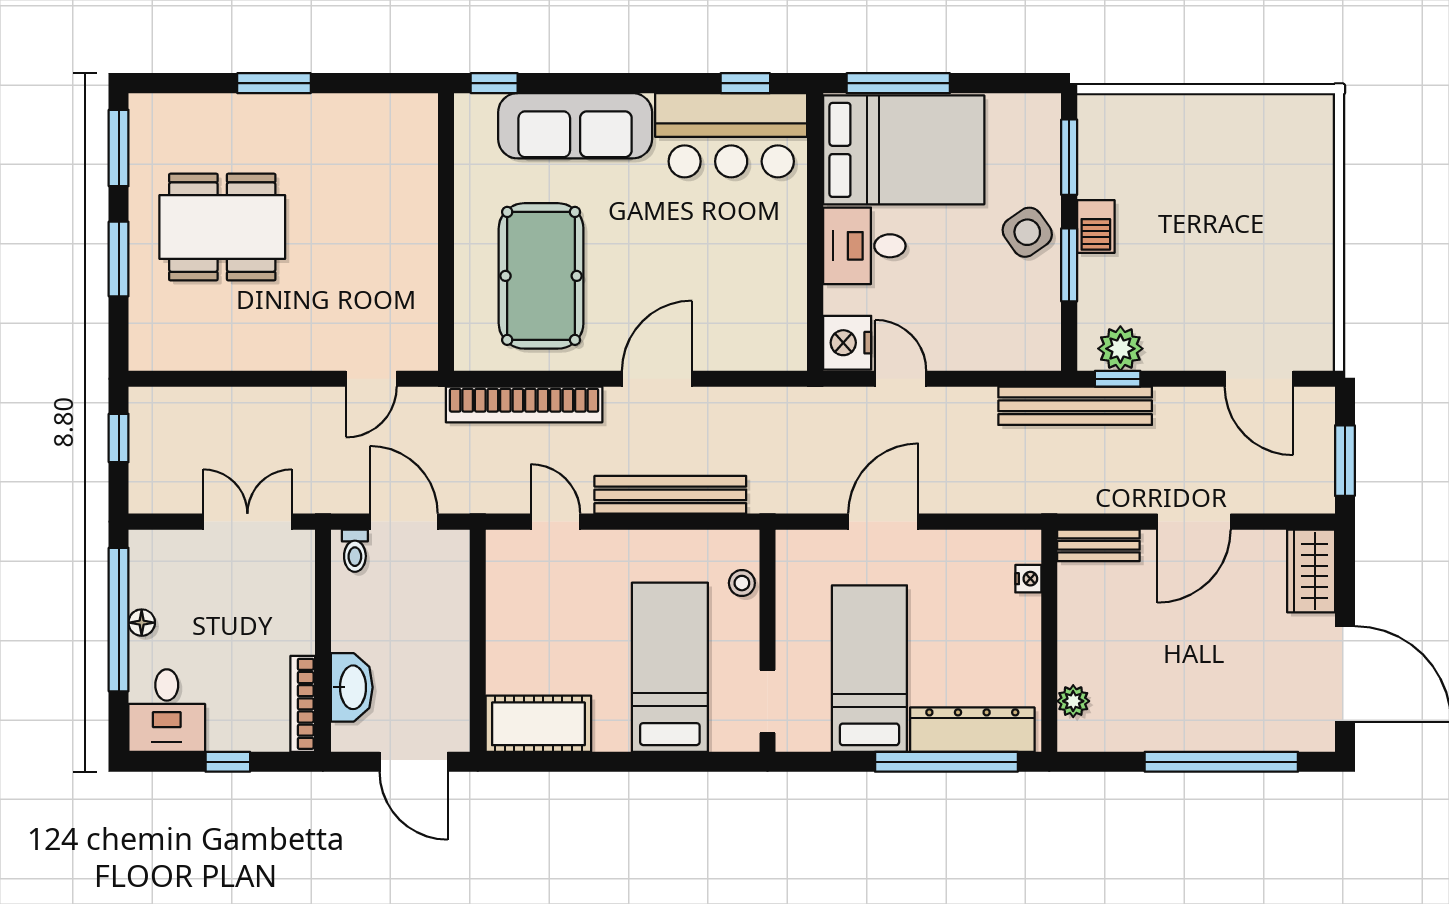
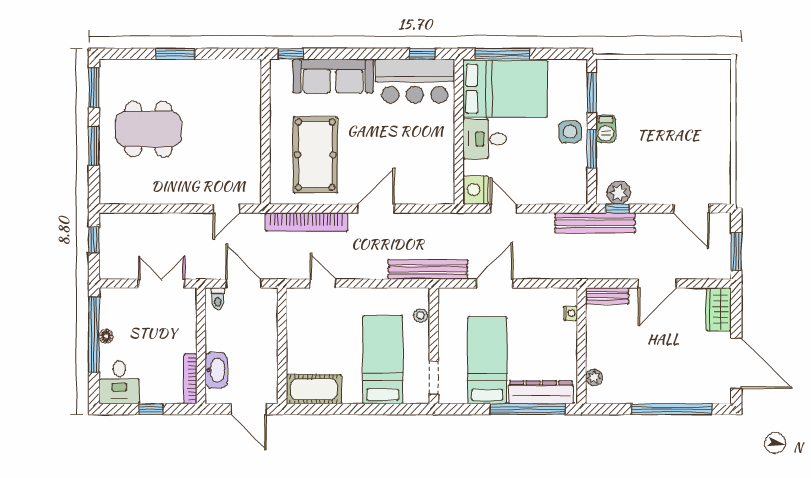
side table: (1027, 232) -> (570, 132), turned 35
bench: (670, 495) -> (428, 269), moved

